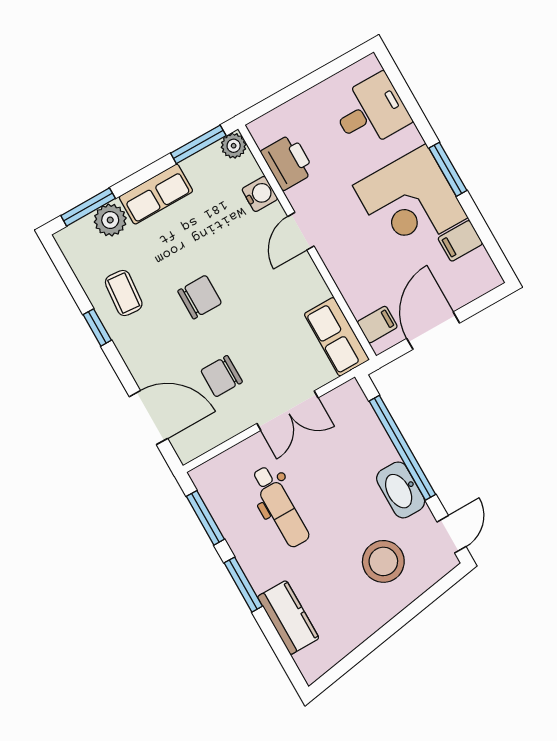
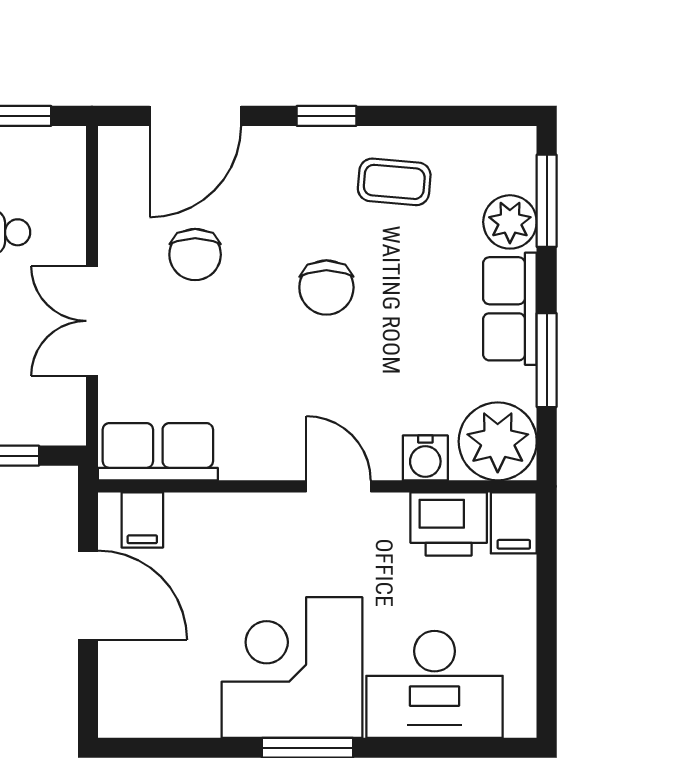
desk: (371, 112) -> (435, 684), width x1.37
window: (198, 144) -> (547, 360), moved
plant: (234, 146) -> (498, 441), width x1.87, depth x1.87
filing cabinet: (460, 241) -> (514, 523), moved, turned 180
window: (97, 327) -> (326, 116), moved
chair: (222, 376) -> (195, 255), turned 180

